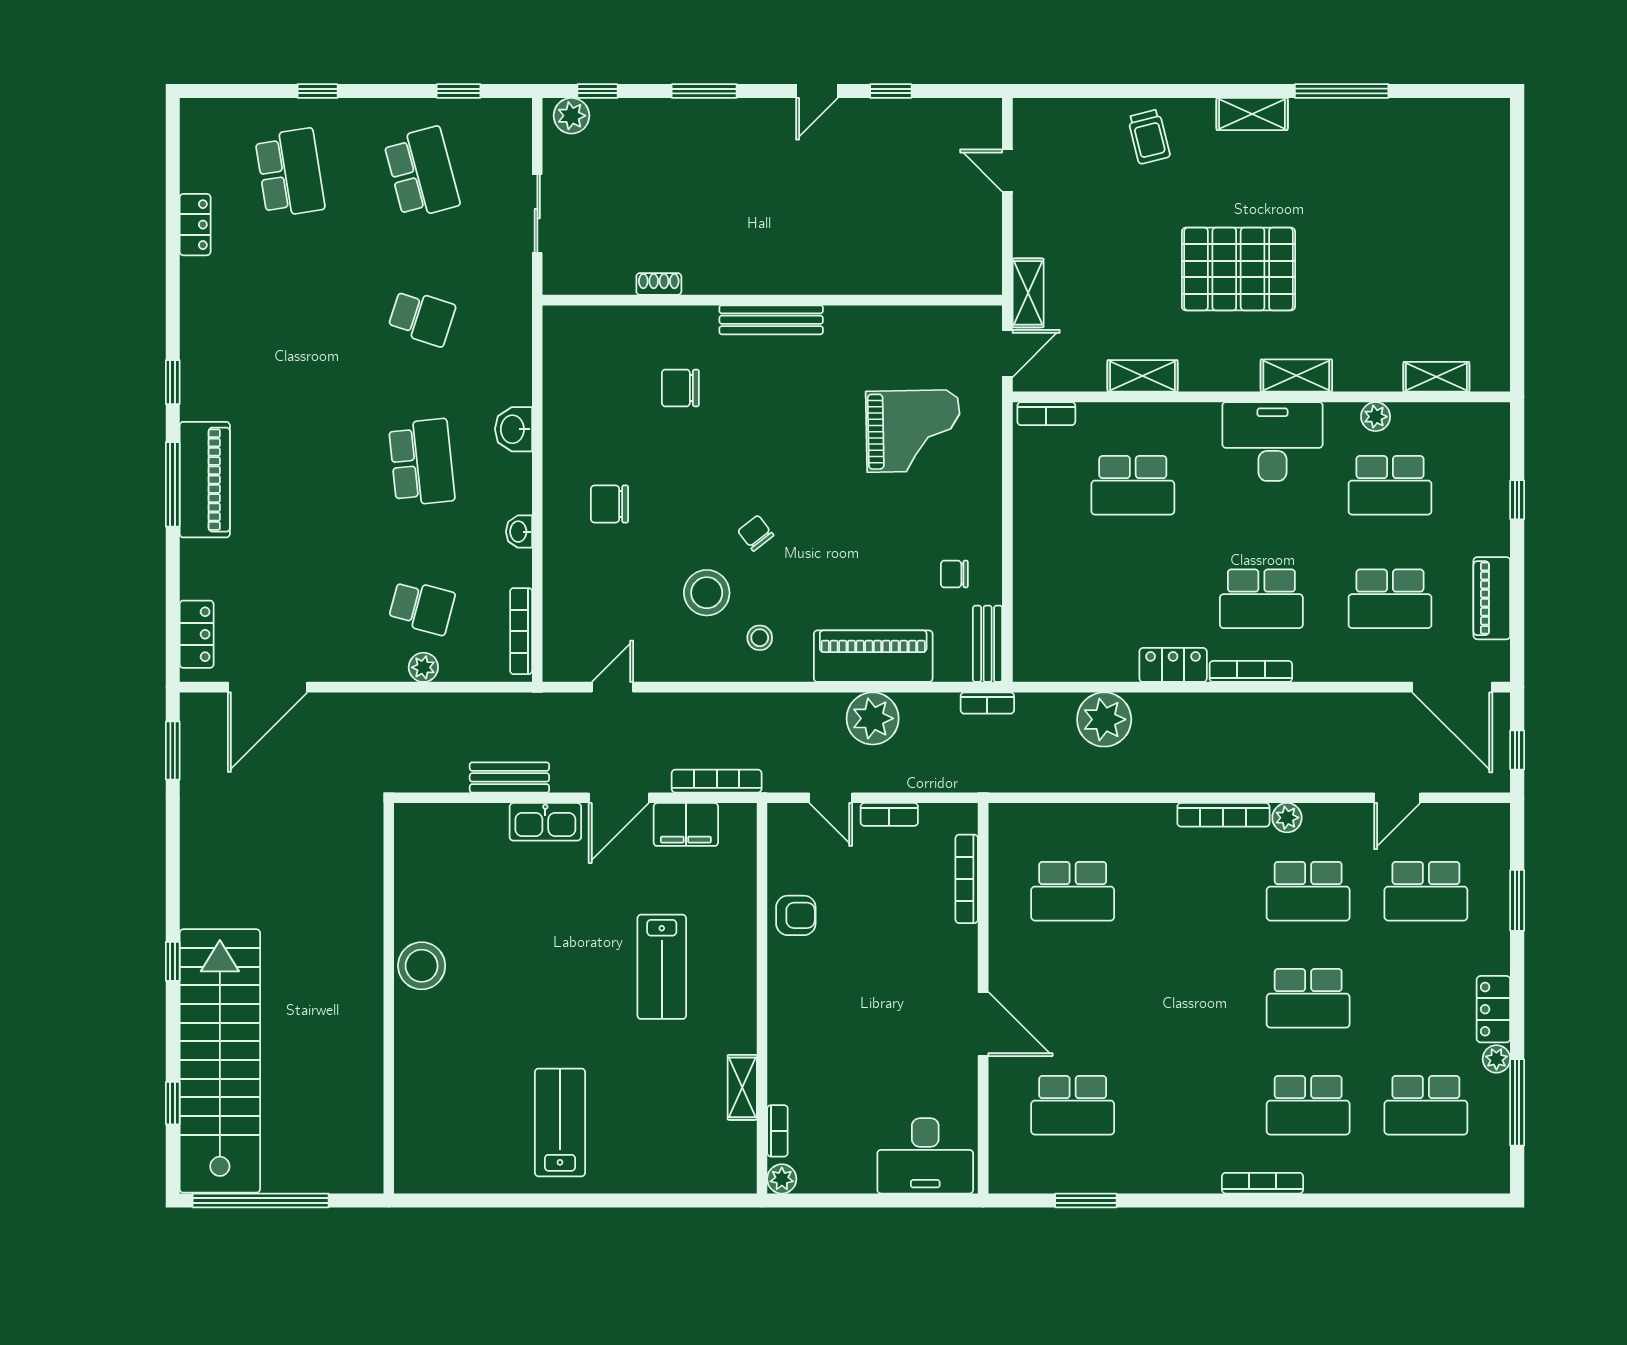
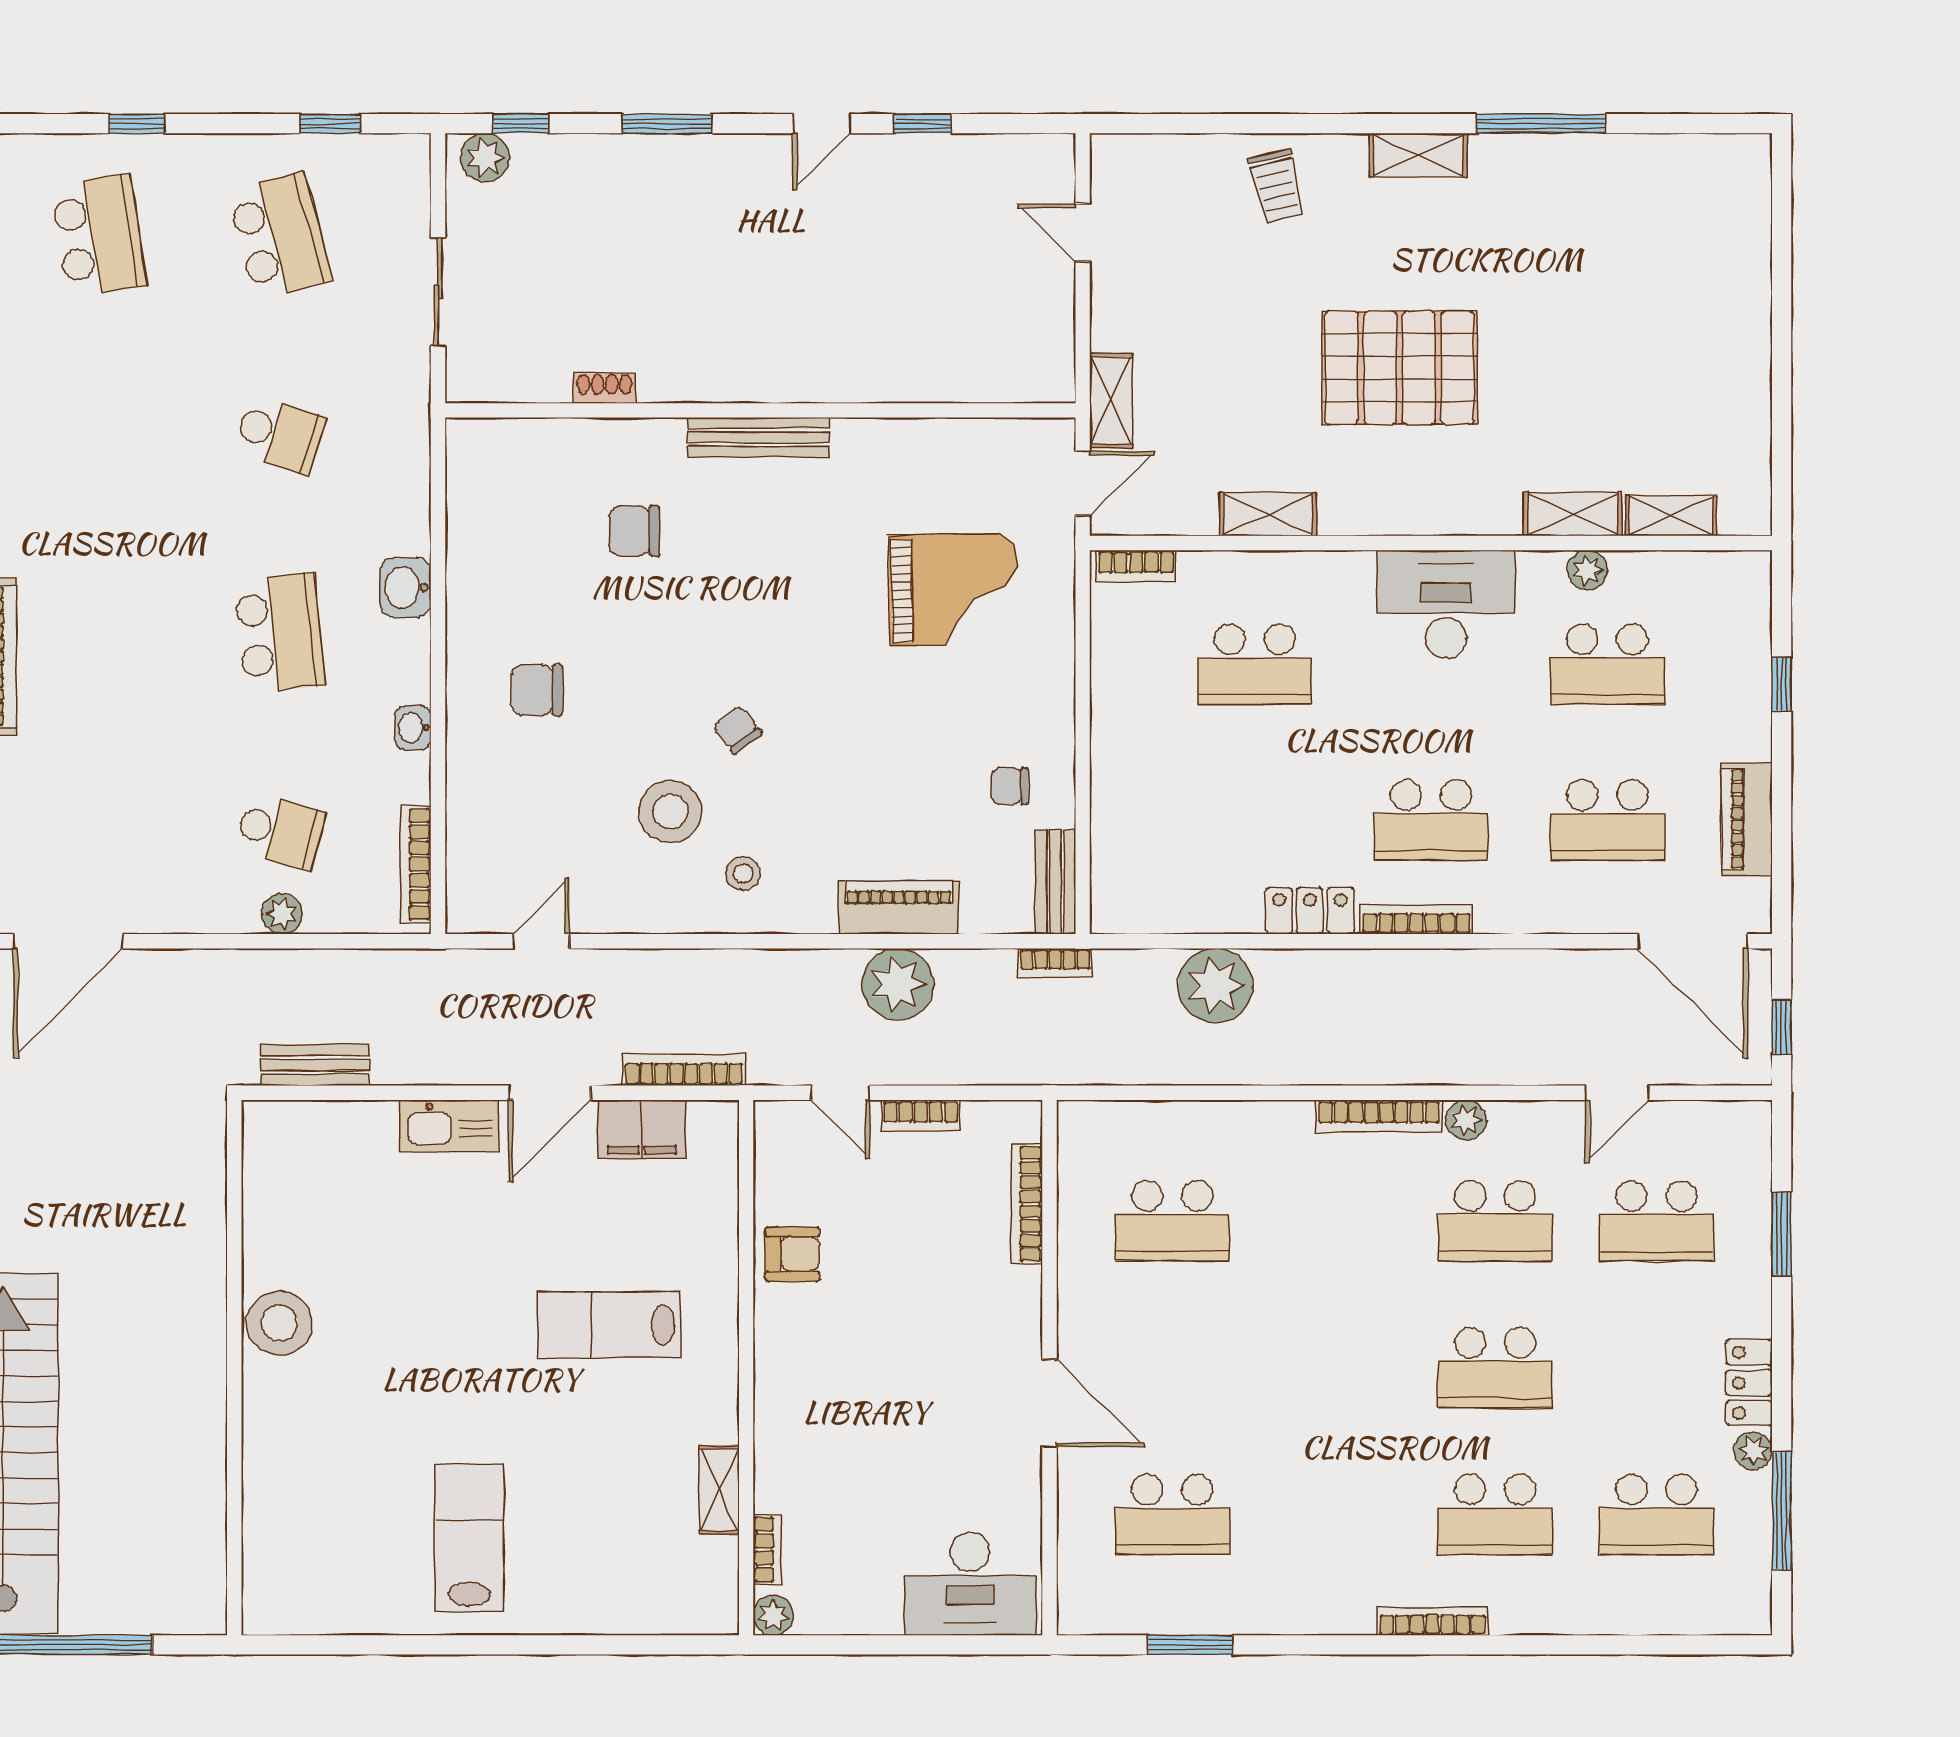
shelving: (1296, 376) -> (1573, 514), moved
piano: (873, 656) -> (899, 907), width x0.73, depth x0.75
bench: (509, 777) -> (315, 1065), moved
lab bench: (662, 967) -> (609, 1325), turned 90

